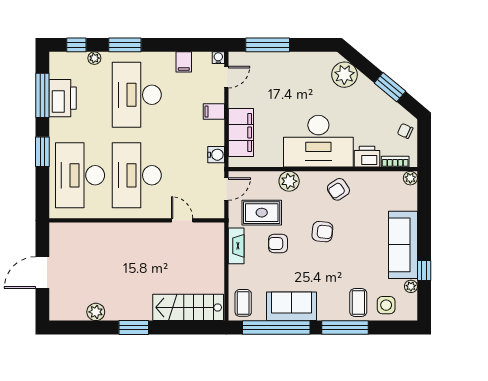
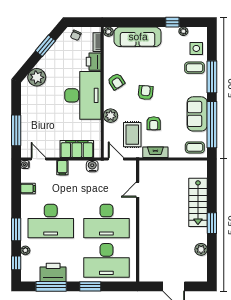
sofa: (403, 245) -> (138, 37), moved
stairs: (188, 307) -> (198, 202), moved

